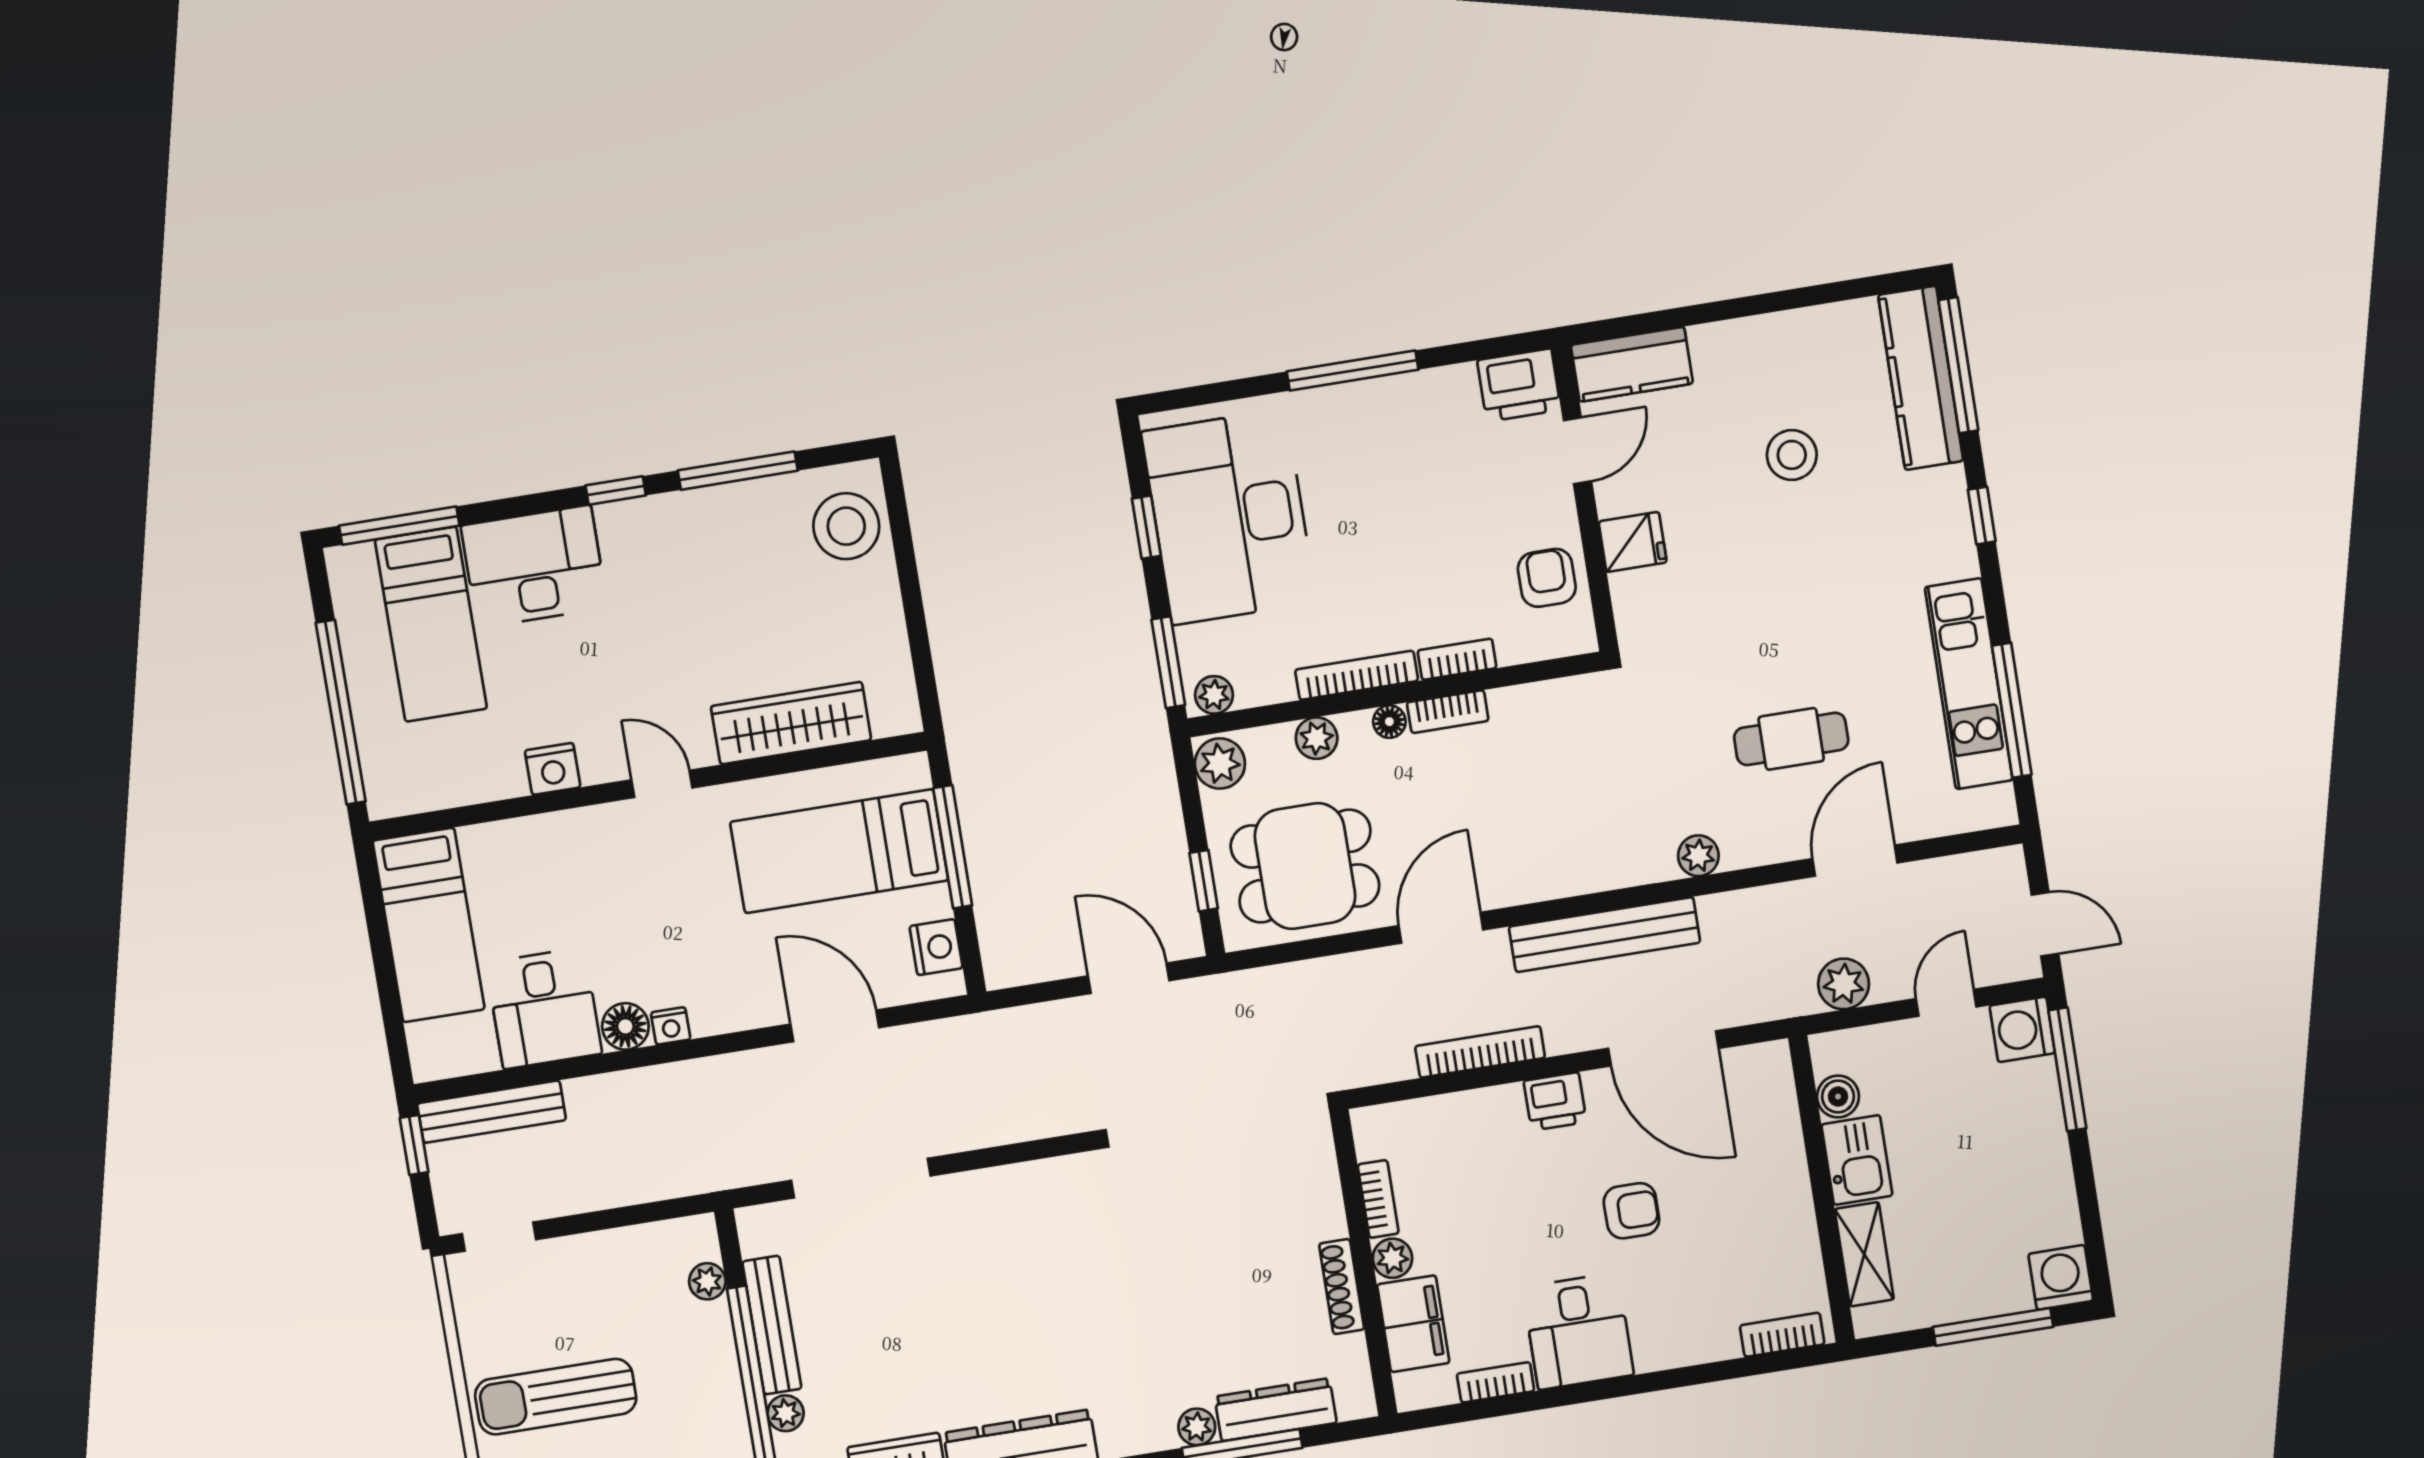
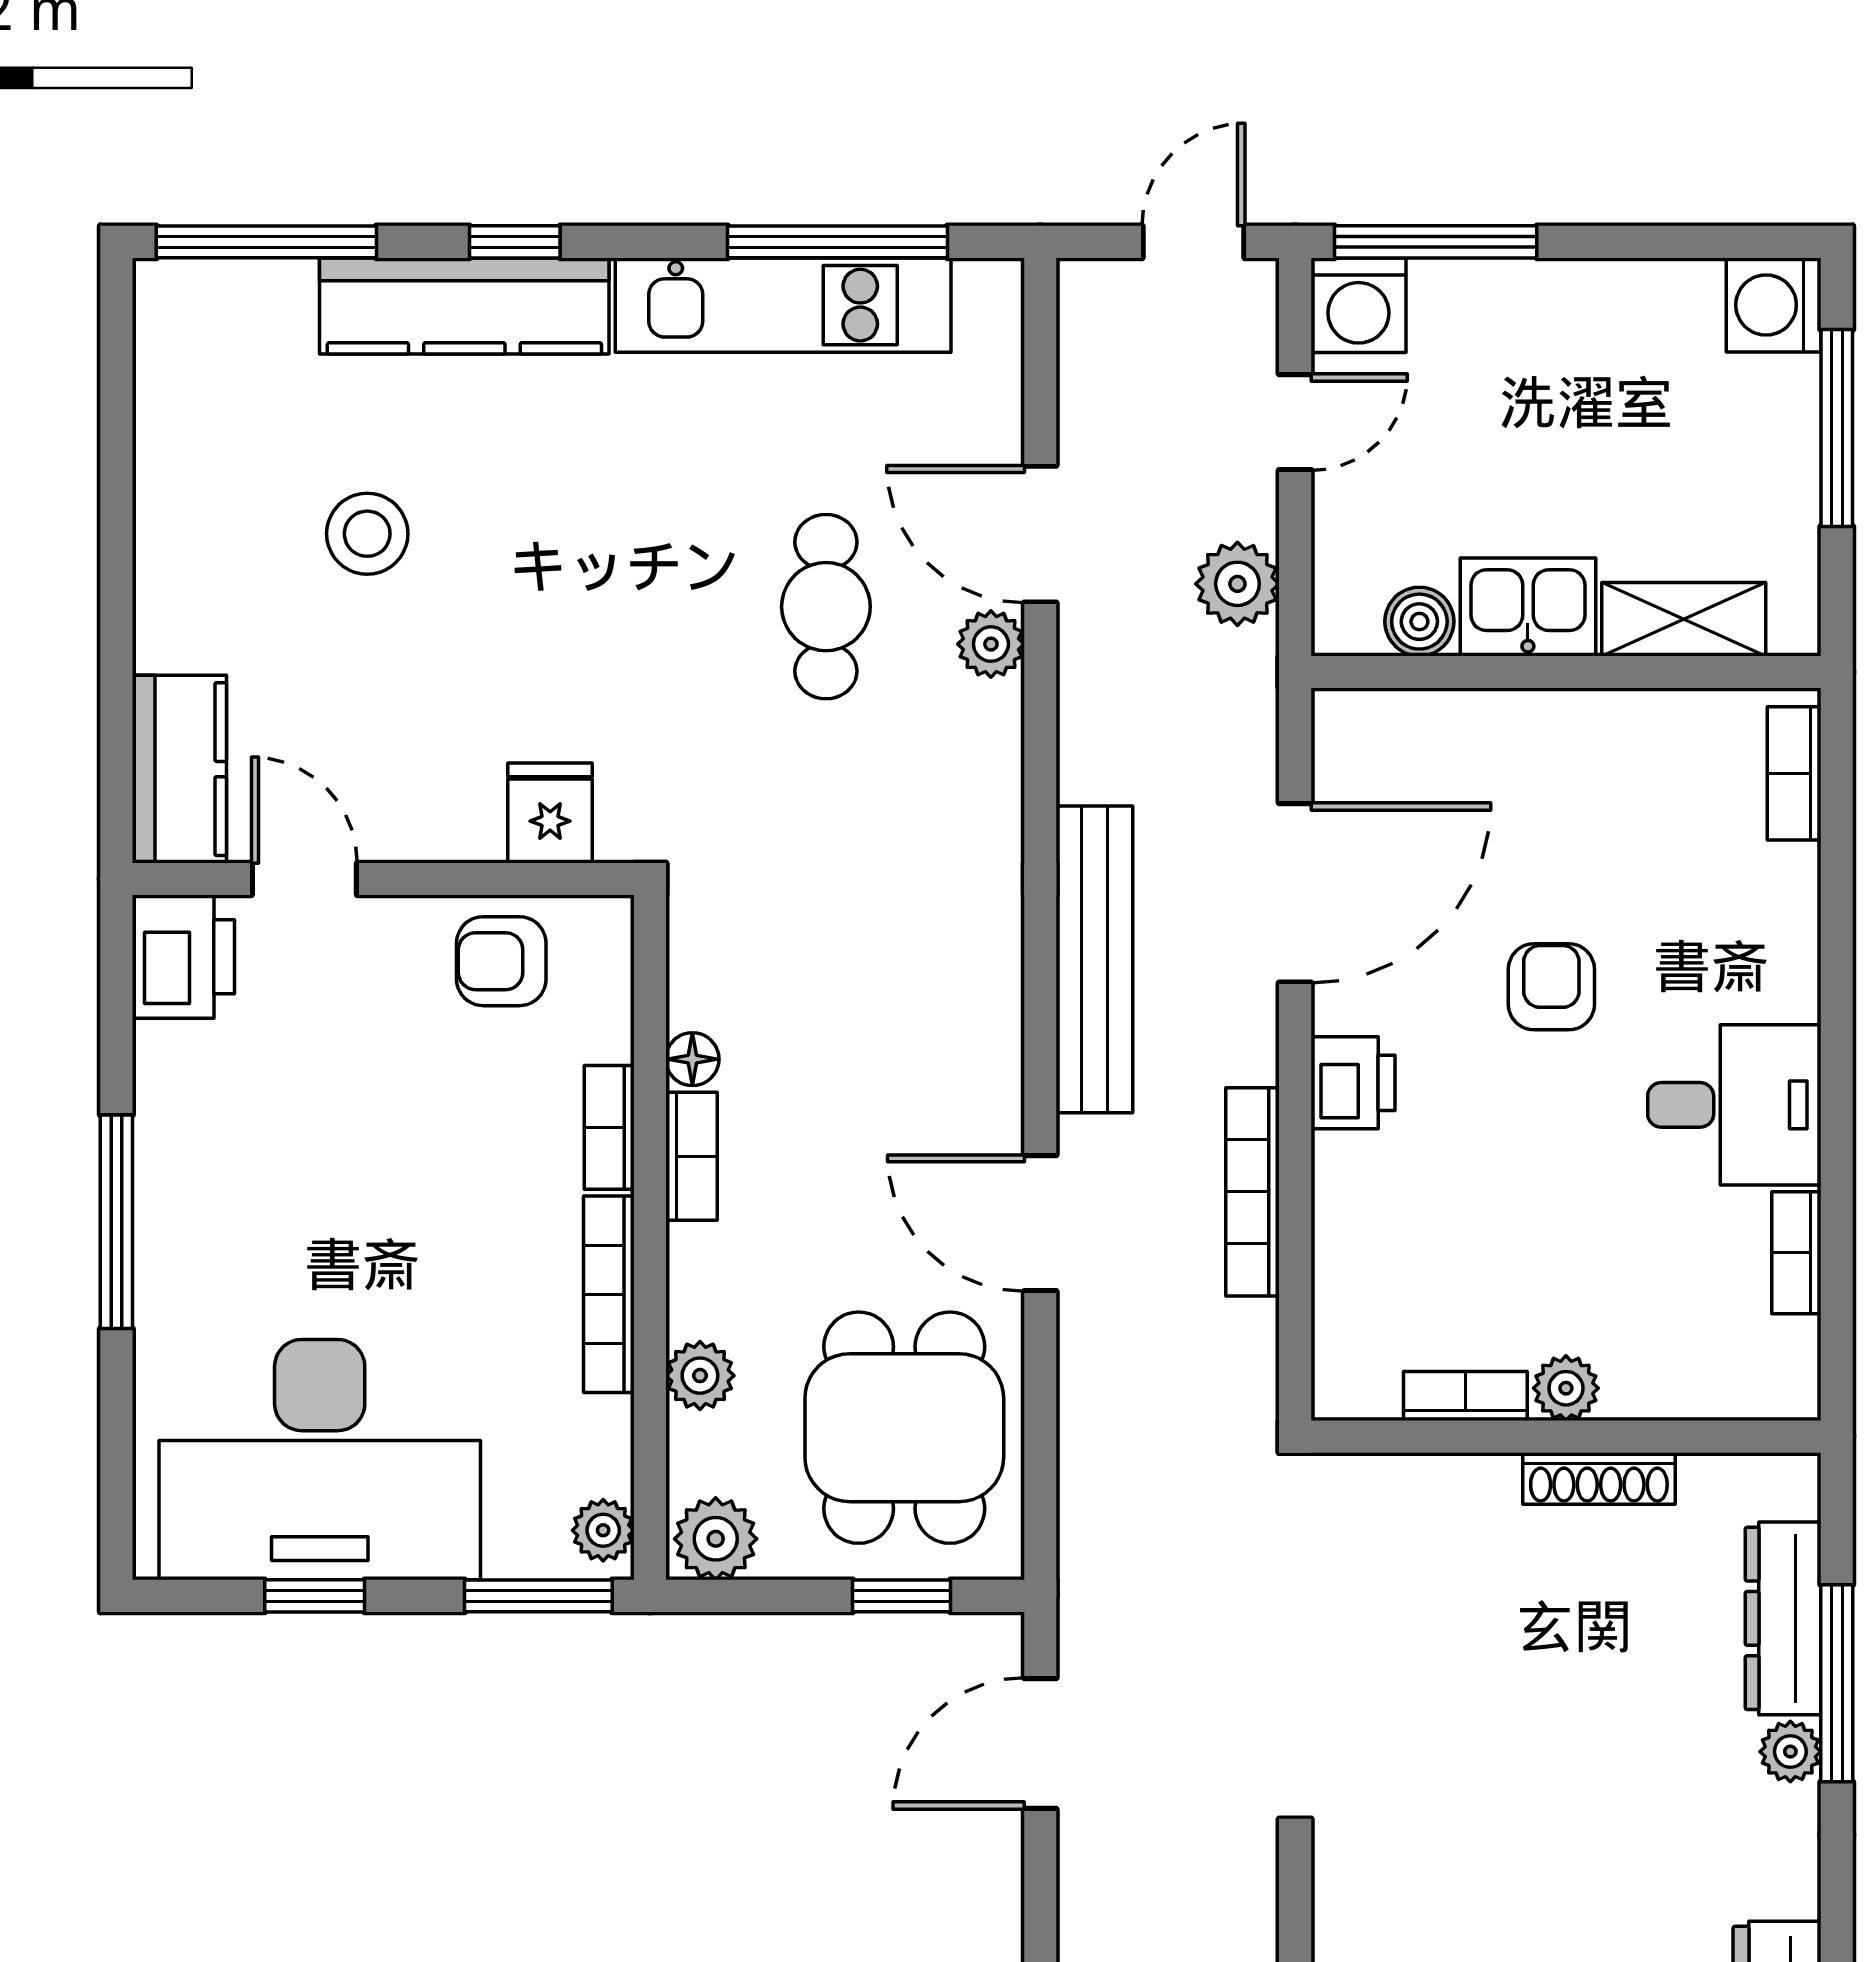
kitchen counter: (1921, 378) -> (464, 306), moved
fridge: (1633, 542) -> (550, 813), moved
floor lamp: (1389, 722) -> (692, 1059), moved
plant: (1698, 856) -> (991, 644), moved
door: (1946, 1003) -> (1295, 422), swing flipped
filing cabinet: (1413, 1324) -> (1679, 1372), removed

